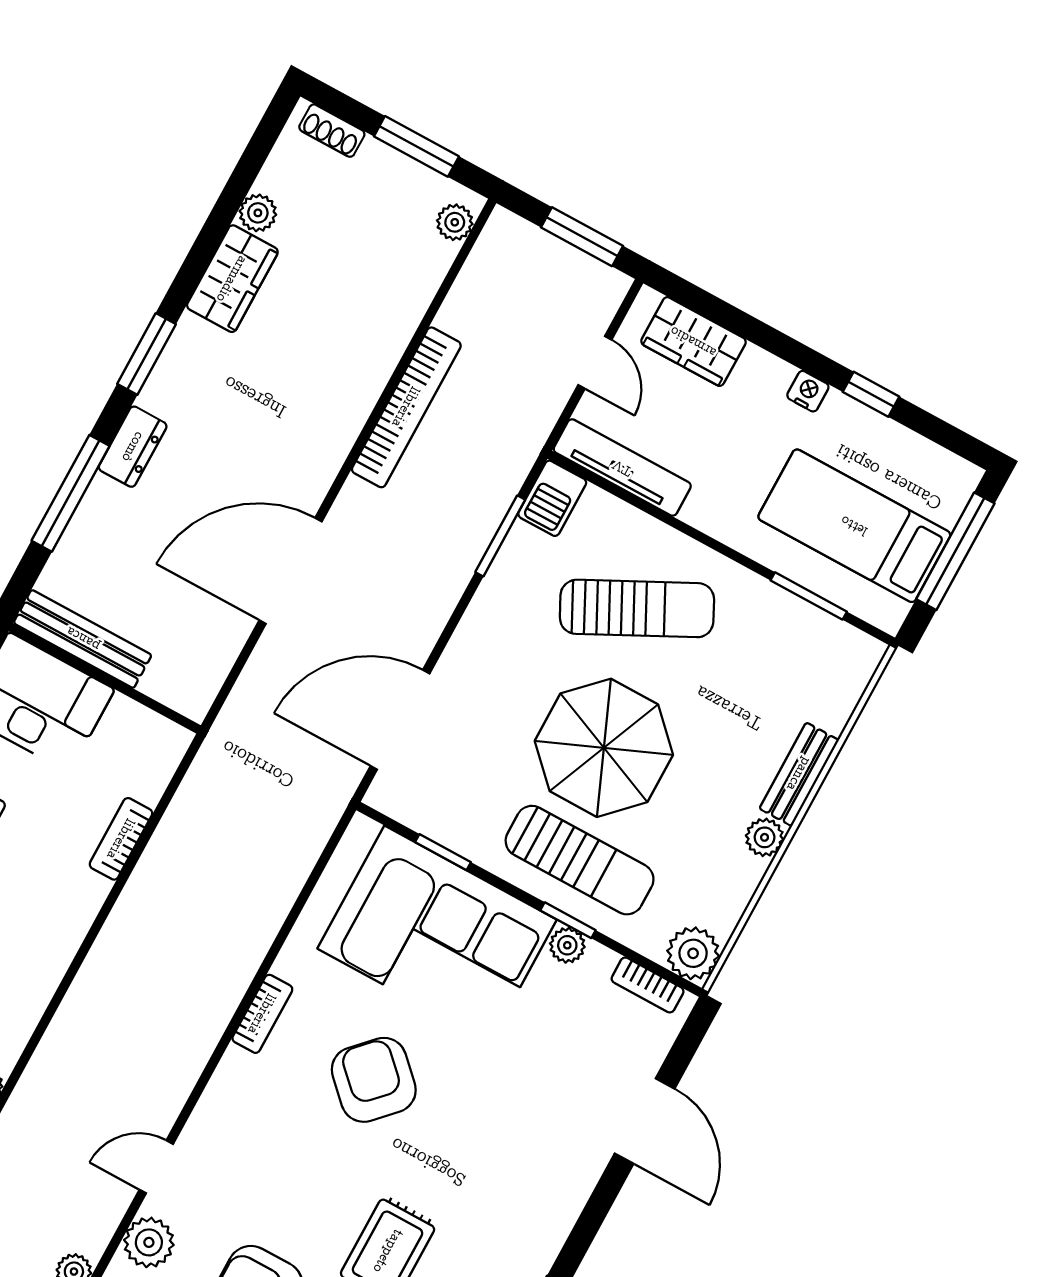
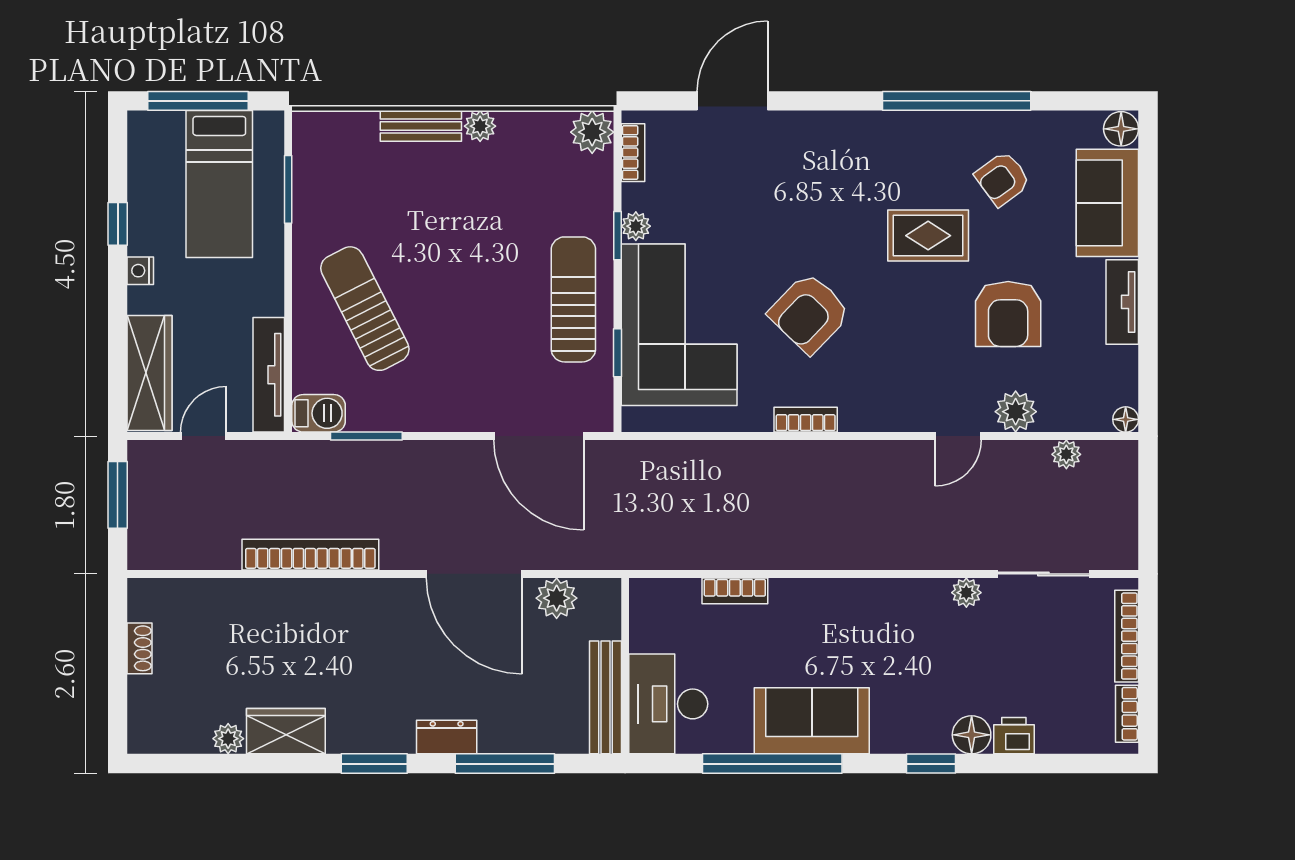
shoe rack: (332, 131) -> (140, 648), moved
window: (416, 146) -> (118, 650), removed
plant: (455, 222) -> (557, 598), moved, width x1.38, depth x1.38
wardrobe: (693, 342) -> (150, 373), width x1.50
parasol: (604, 748) -> (479, 278), removed
sun lounger: (580, 860) -> (573, 299), moved
door: (156, 1167) -> (958, 436), hinge flipped

